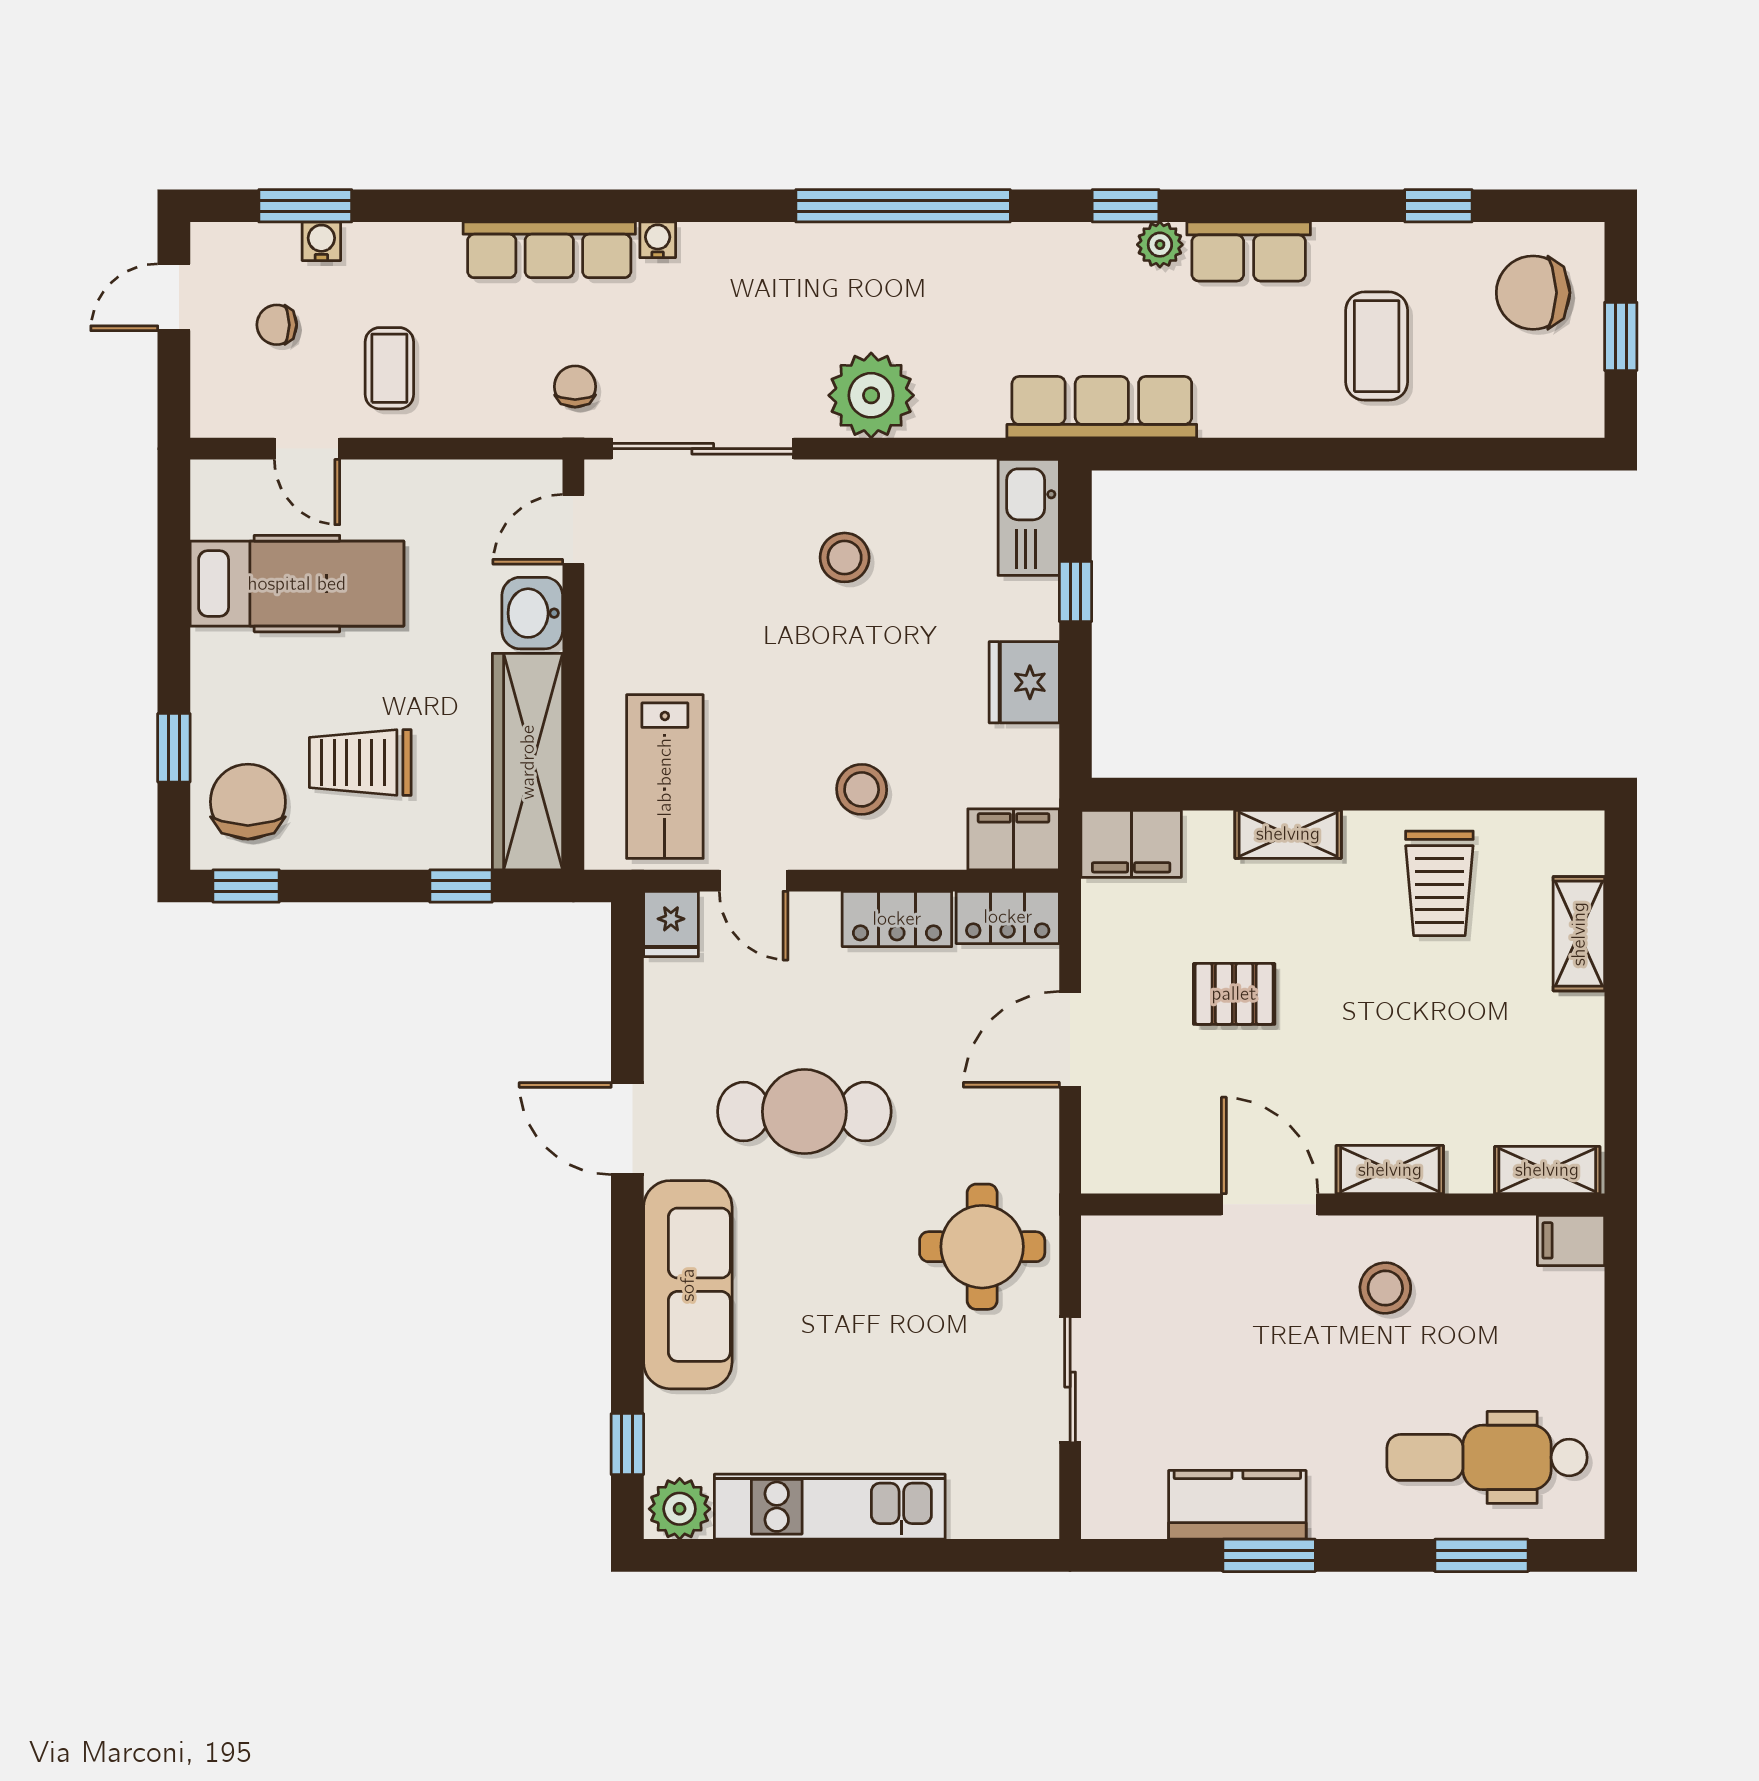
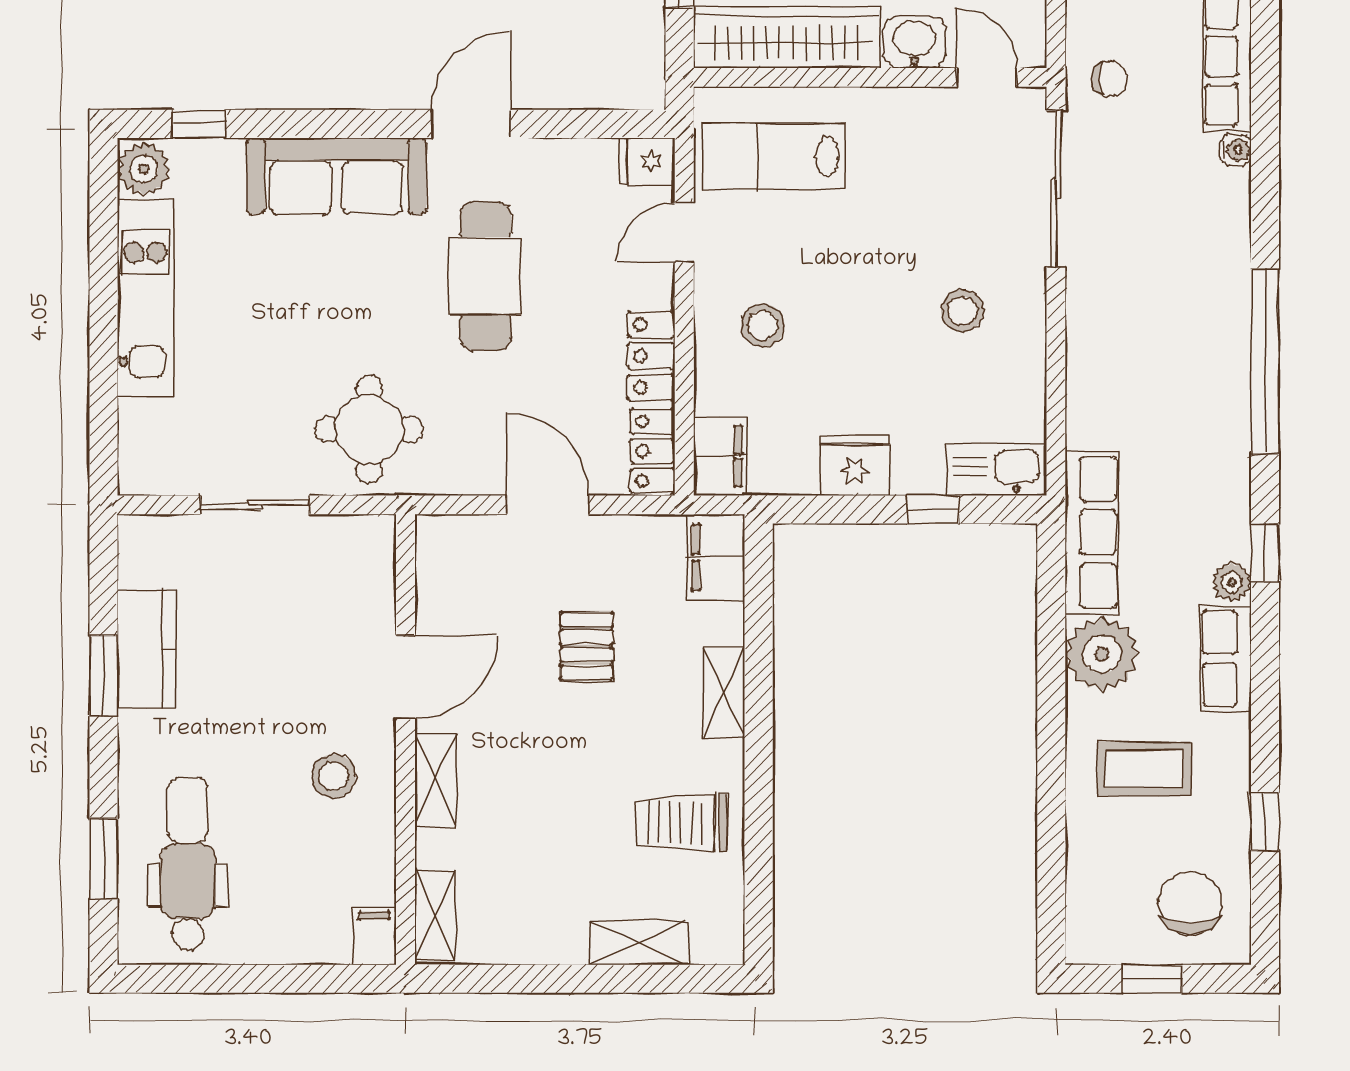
plant: (871, 395) -> (1102, 654), moved

